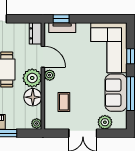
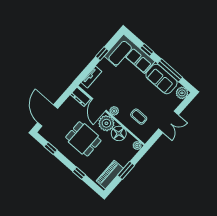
window: (61, 19) -> (102, 54), moved
door: (43, 57) -> (99, 105), swing flipped
plant: (105, 122) -> (182, 93), moved

